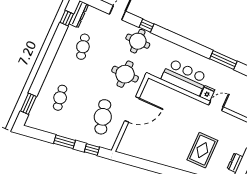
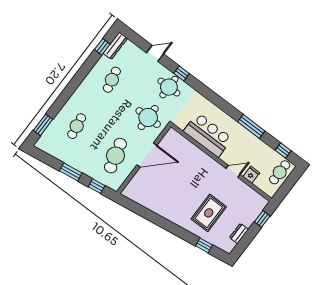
fridge: (207, 93) -> (251, 175), moved

